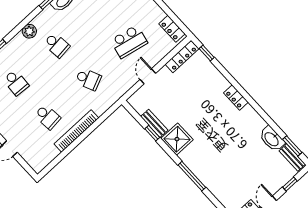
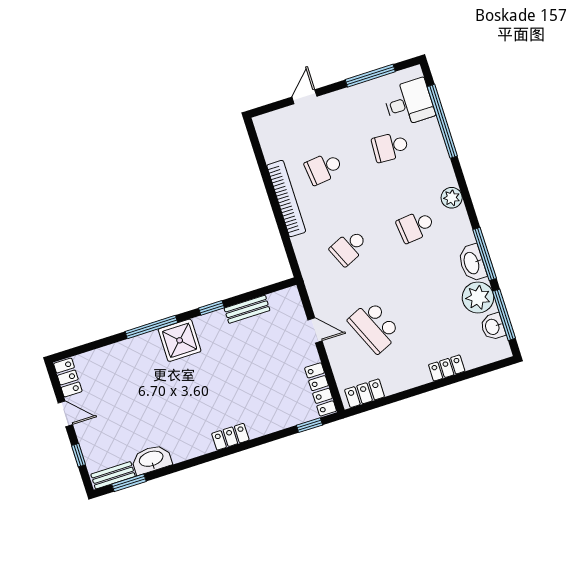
school desk: (129, 42) -> (374, 327), turned -36
window: (152, 133) -> (211, 308), moved
shower: (177, 139) -> (180, 340), moved

